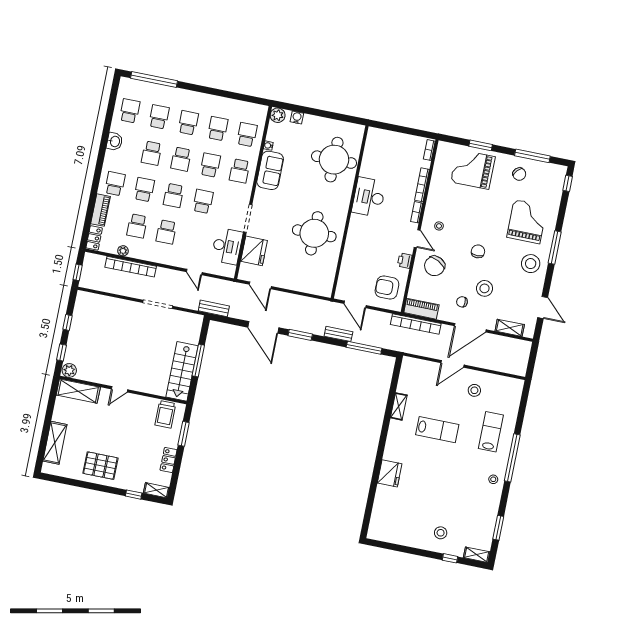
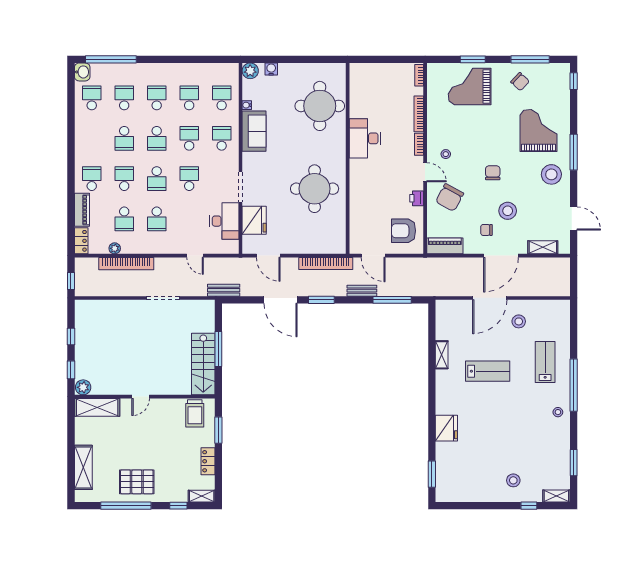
washbasin: (115, 141) -> (82, 72), moved
school desk: (240, 171) -> (222, 138), turned 180
bookcase: (416, 324) -> (326, 263), moved
door: (452, 364) -> (490, 298), width x1.36
window: (86, 485) -> (126, 506), added
window: (368, 512) -> (432, 474), added

